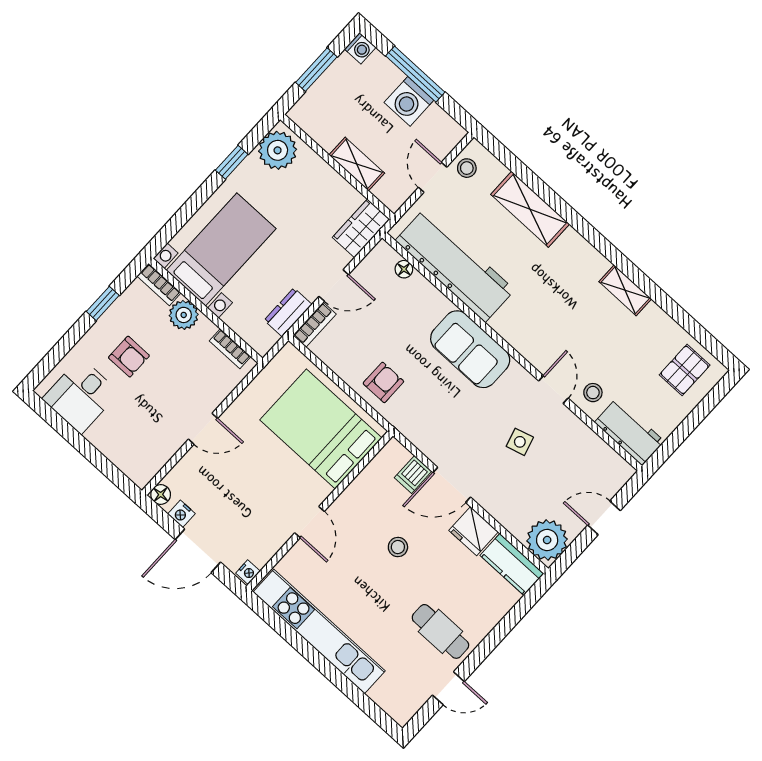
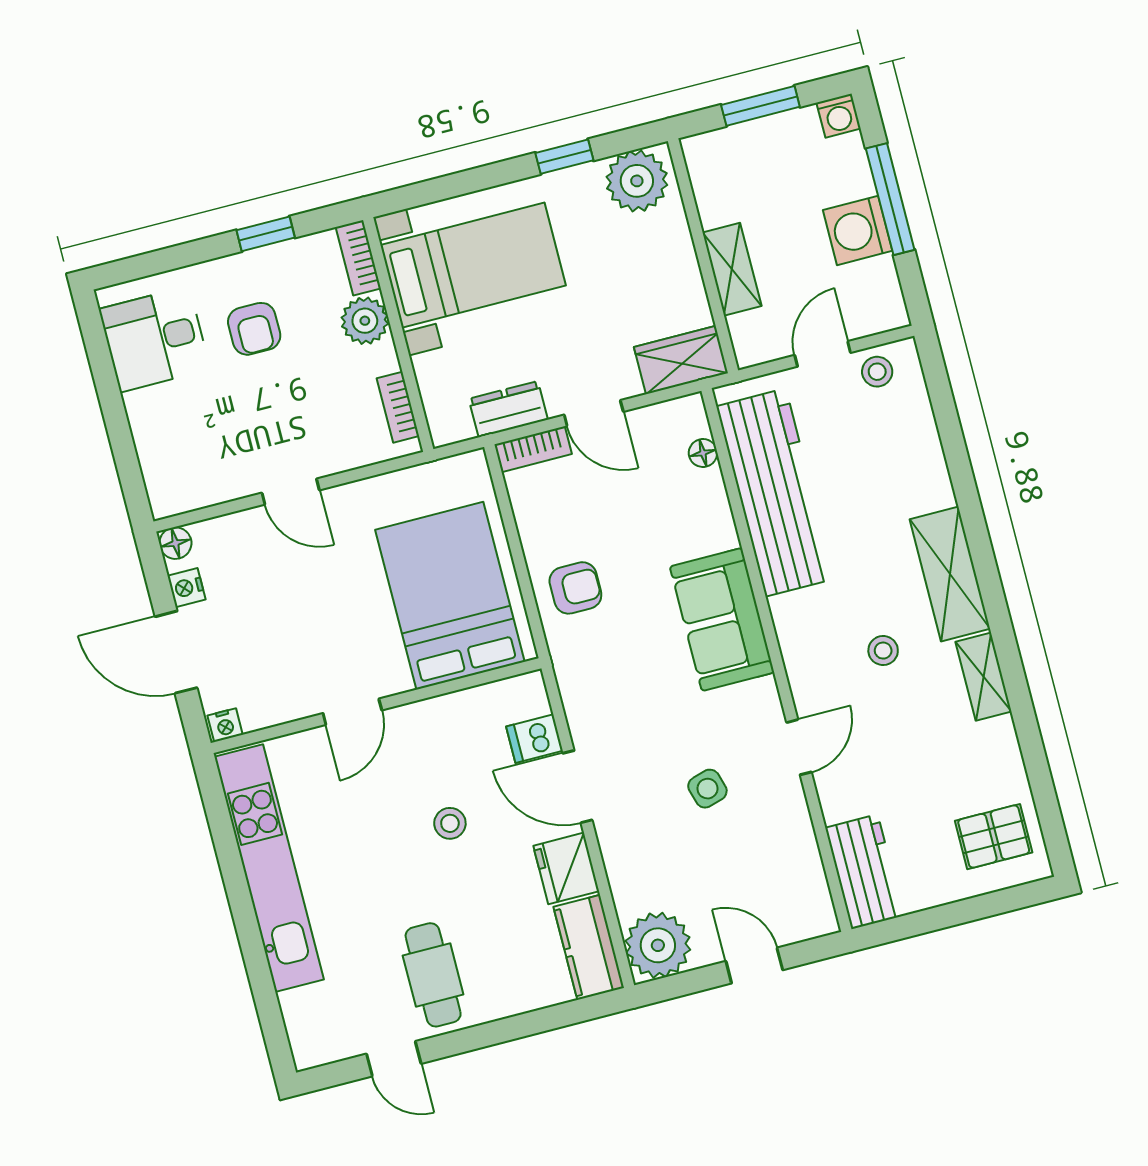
shelving: (530, 209) -> (950, 574), moved
stool: (593, 393) -> (883, 651), moved

